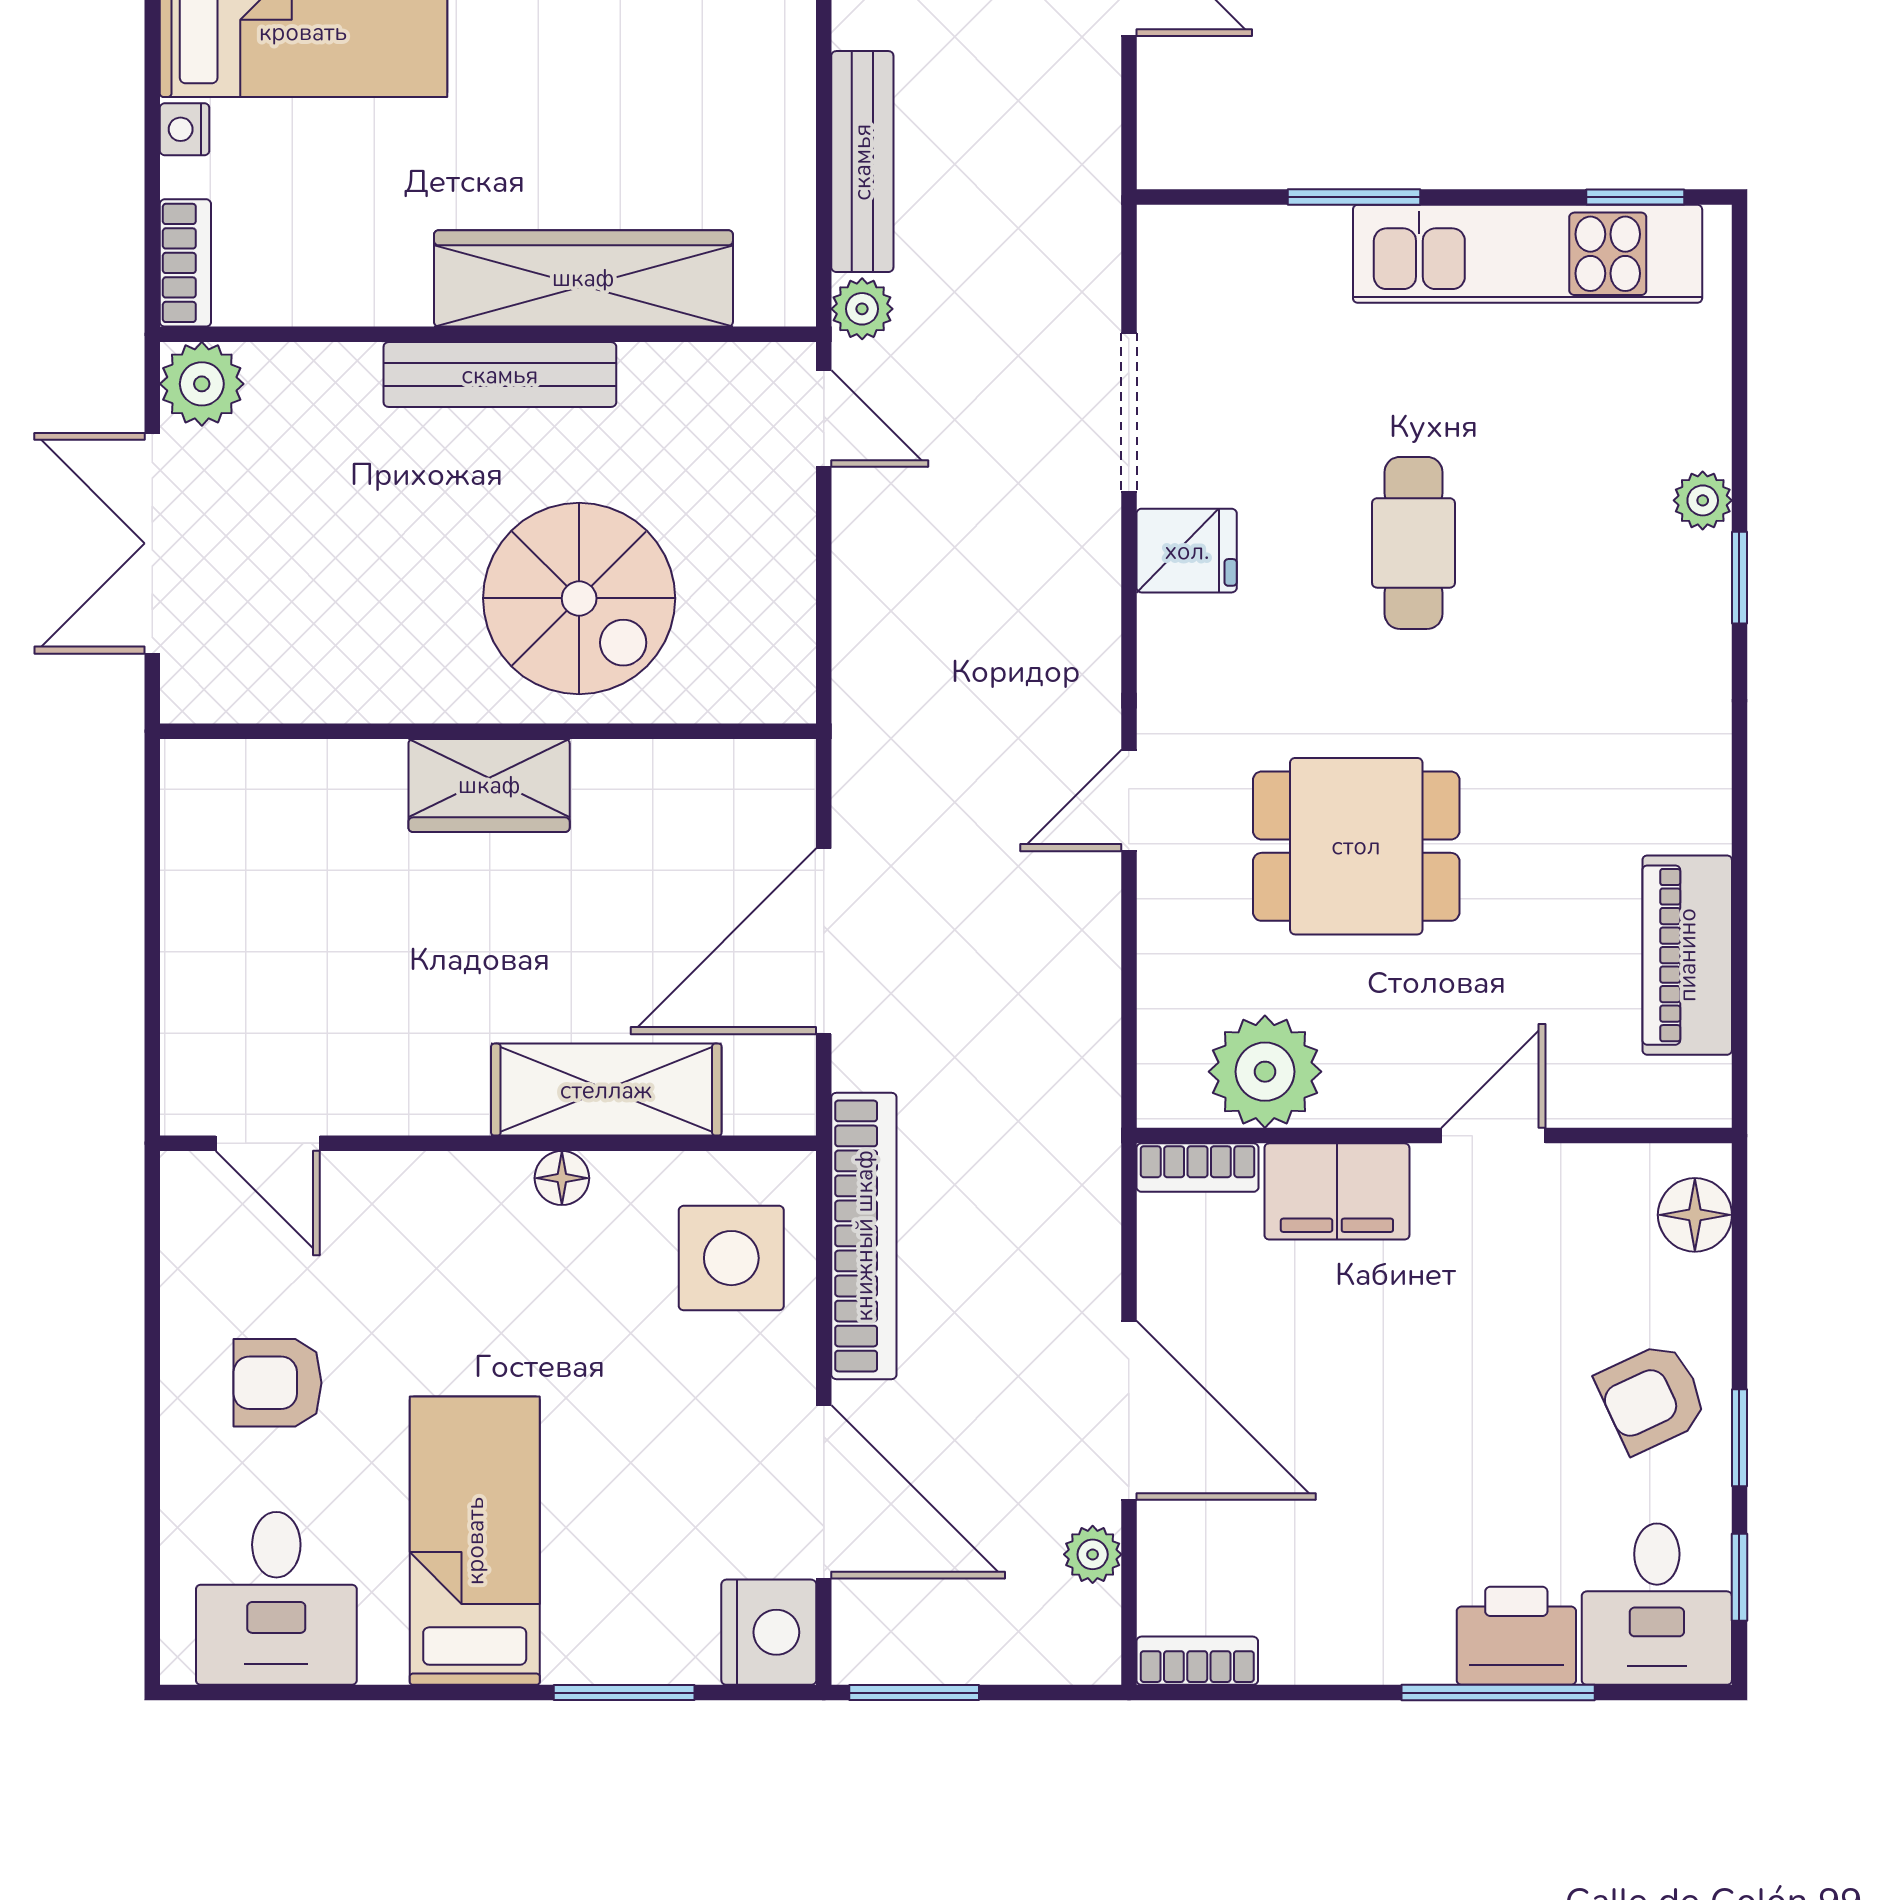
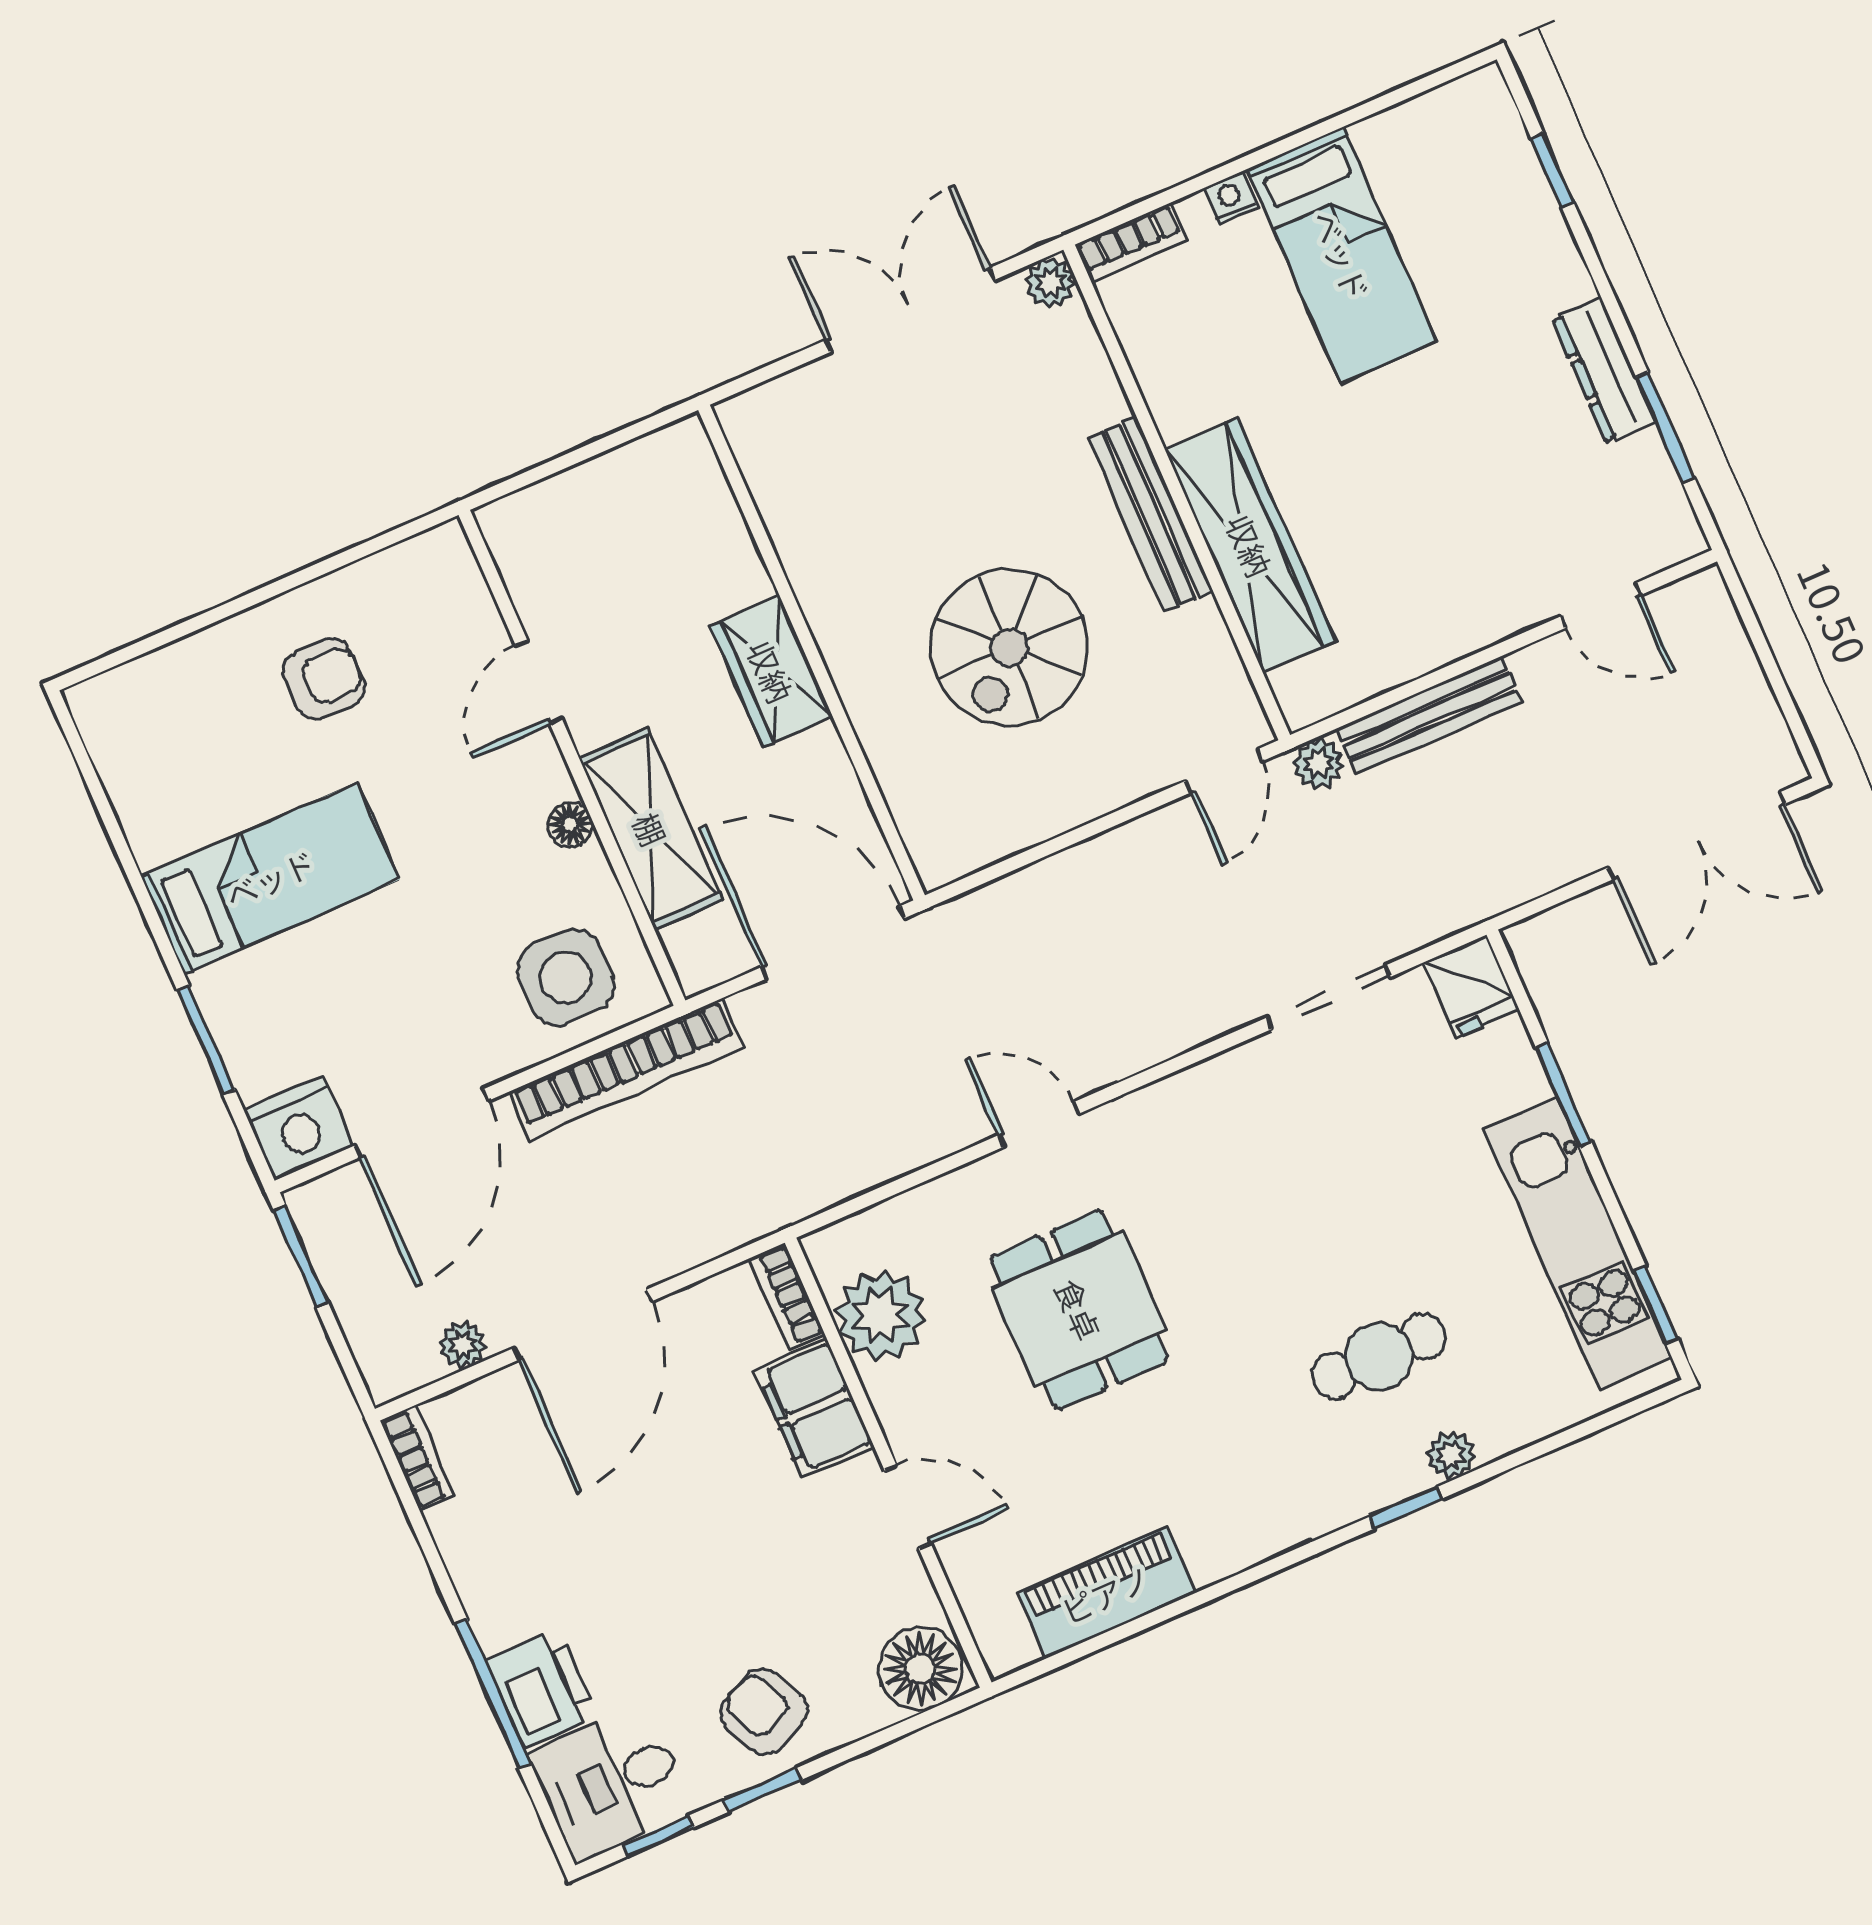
plant: (202, 384) -> (1051, 282), width x0.73, depth x0.73
cafe table: (1413, 543) -> (1379, 1356), moved
fridge: (1187, 551) -> (1472, 986), moved
wall: (488, 731) -> (812, 653), moved
wardrobe: (489, 785) -> (771, 671), moved
door: (268, 1143) -> (539, 682), moved
floor lamp: (1695, 1215) -> (920, 1669), width x1.38, depth x1.38
armchair: (278, 1383) -> (324, 679), turned 90
desk: (276, 1598) -> (162, 749), removed

